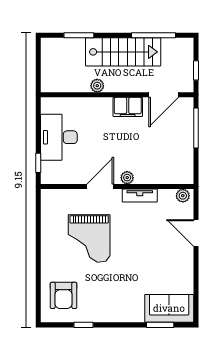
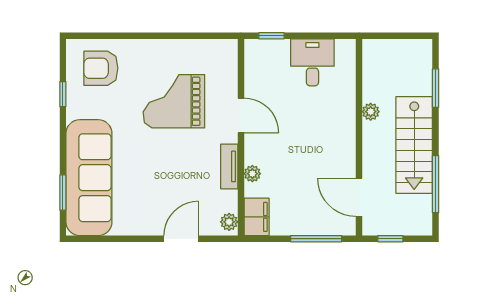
filing cabinet: (128, 107) -> (257, 217), moved, turned 180
desk: (59, 137) -> (312, 62), width x0.73
plant: (127, 178) -> (252, 174), moved
sofa: (169, 308) -> (89, 178), width x1.85, depth x1.27

